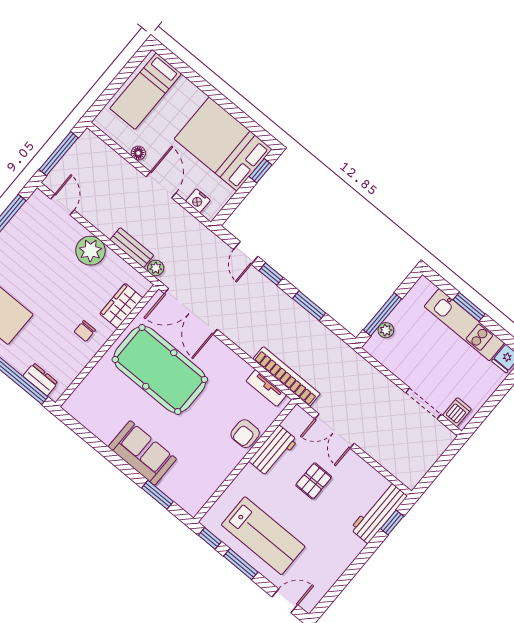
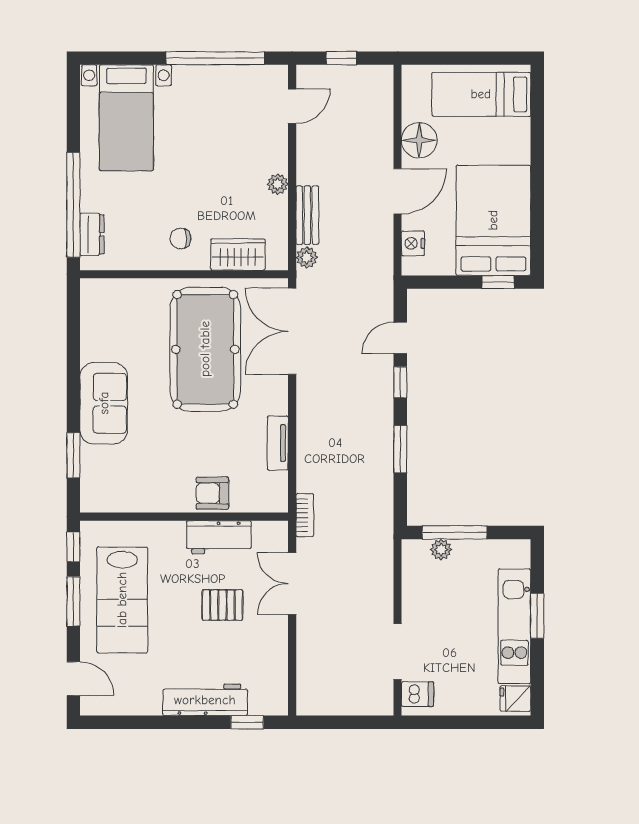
floor lamp: (138, 153) -> (419, 140), width x1.89, depth x1.89
window: (59, 154) -> (342, 58), width x0.46
plant: (90, 251) -> (278, 184), width x0.53, depth x0.53
bookcase: (287, 376) -> (305, 515), width x0.43, depth x0.76
tv unit: (266, 388) -> (278, 443), moved
workbench: (379, 513) -> (205, 700), moved

